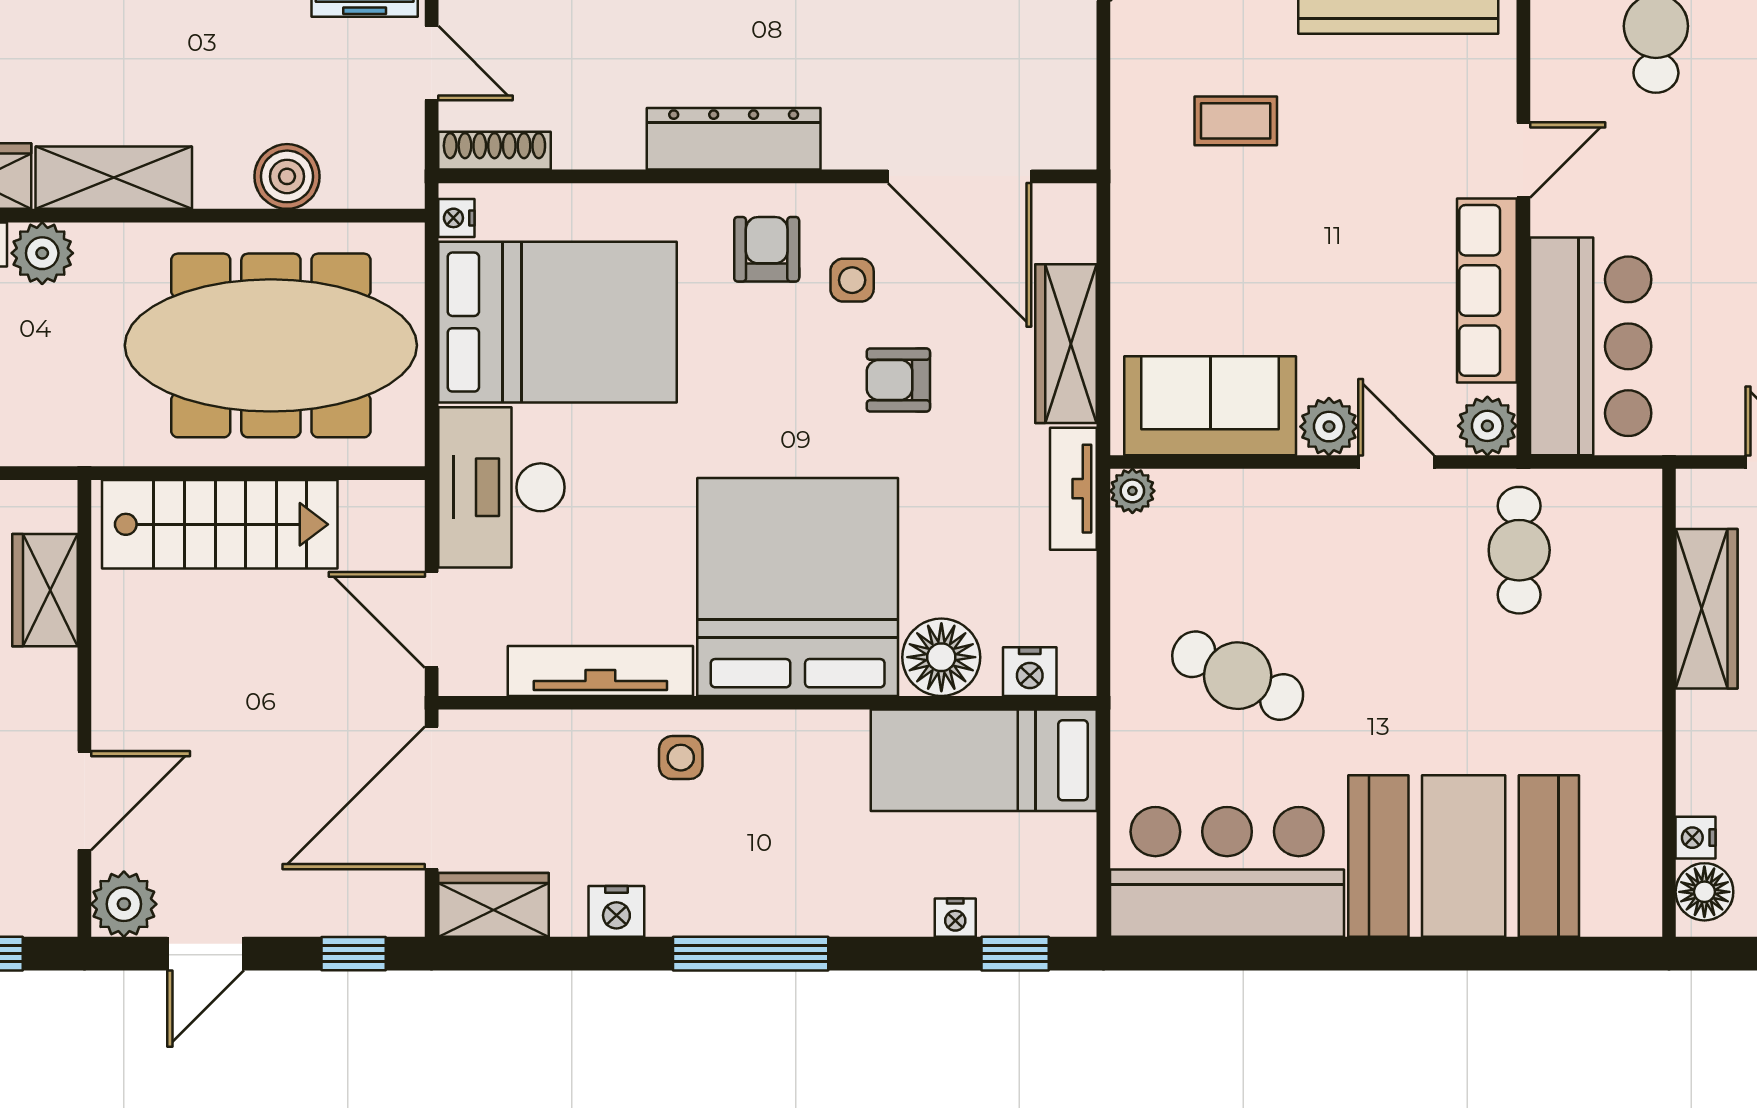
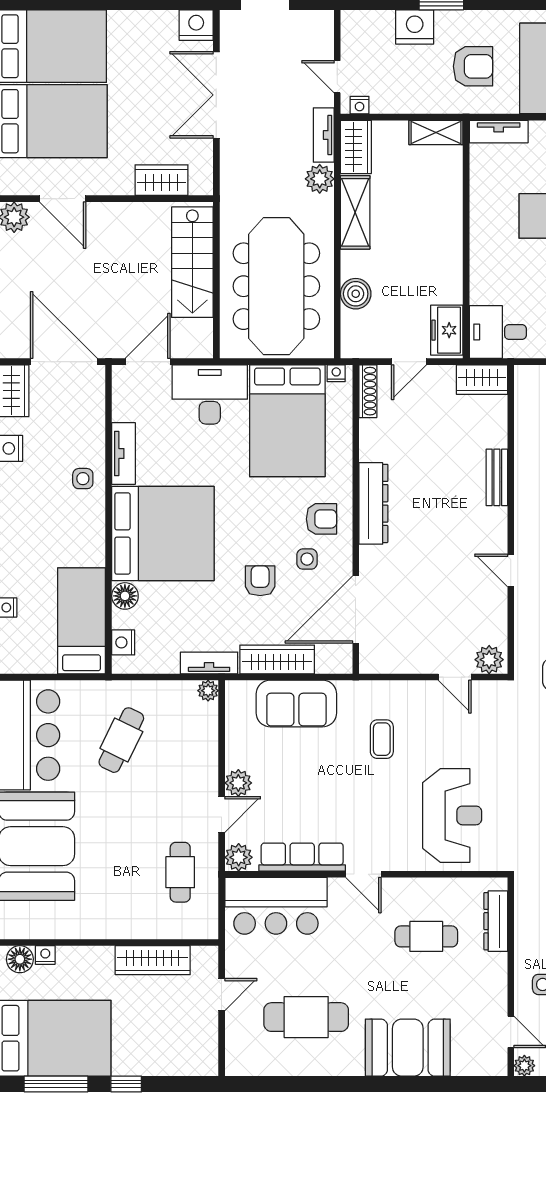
sofa: (1210, 406) -> (296, 703), moved, turned 90
cafe table: (1519, 550) -> (180, 872), turned 90
floor lamp: (941, 657) -> (125, 596), width x0.73, depth x0.73
tv unit: (600, 671) -> (124, 453), width x0.71

